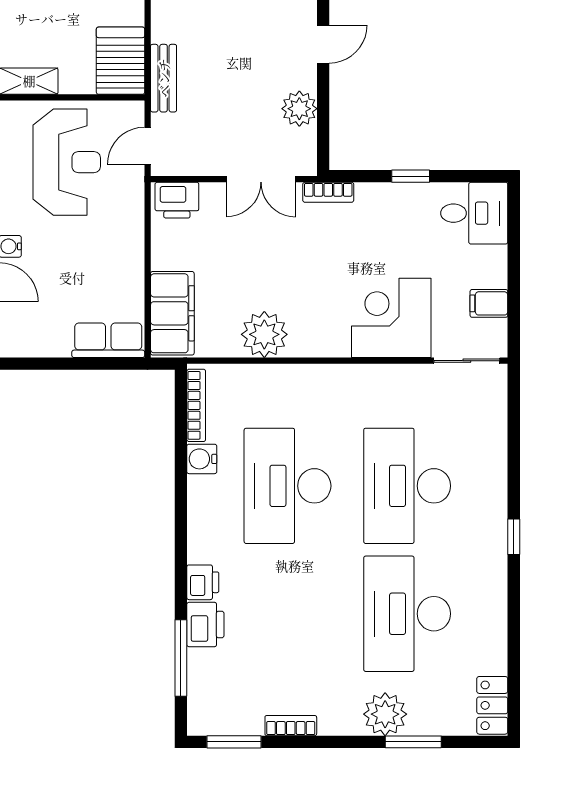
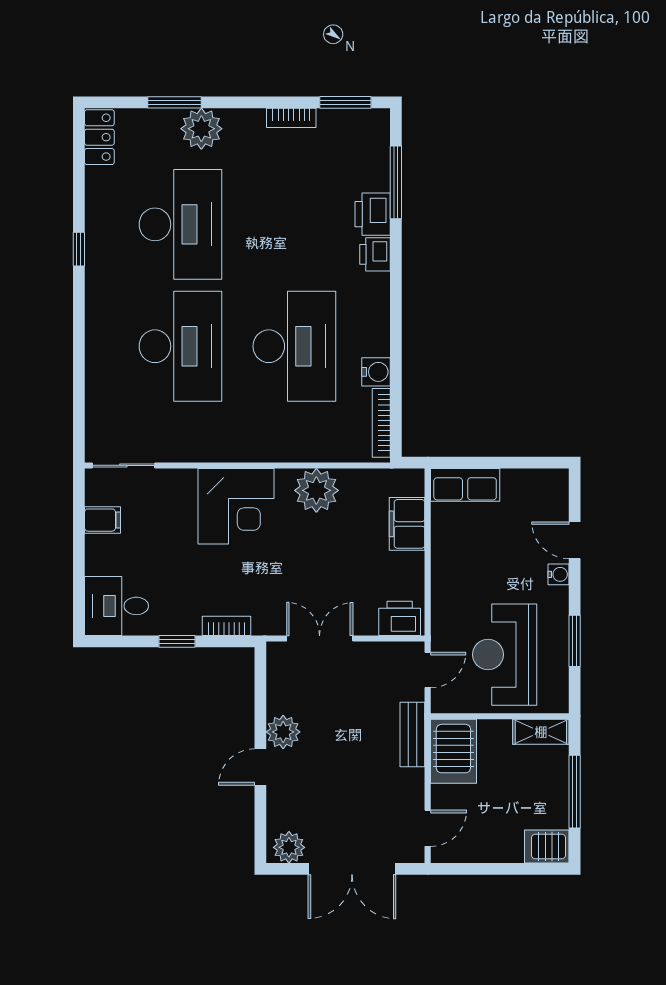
plant: (299, 109) -> (283, 732), moved
bookcase: (328, 192) -> (227, 626), moved
filing cabinet: (172, 313) -> (407, 524), width x0.67, depth x0.86
corner desk: (391, 318) -> (236, 506), moved
window: (514, 537) -> (79, 249), moved

